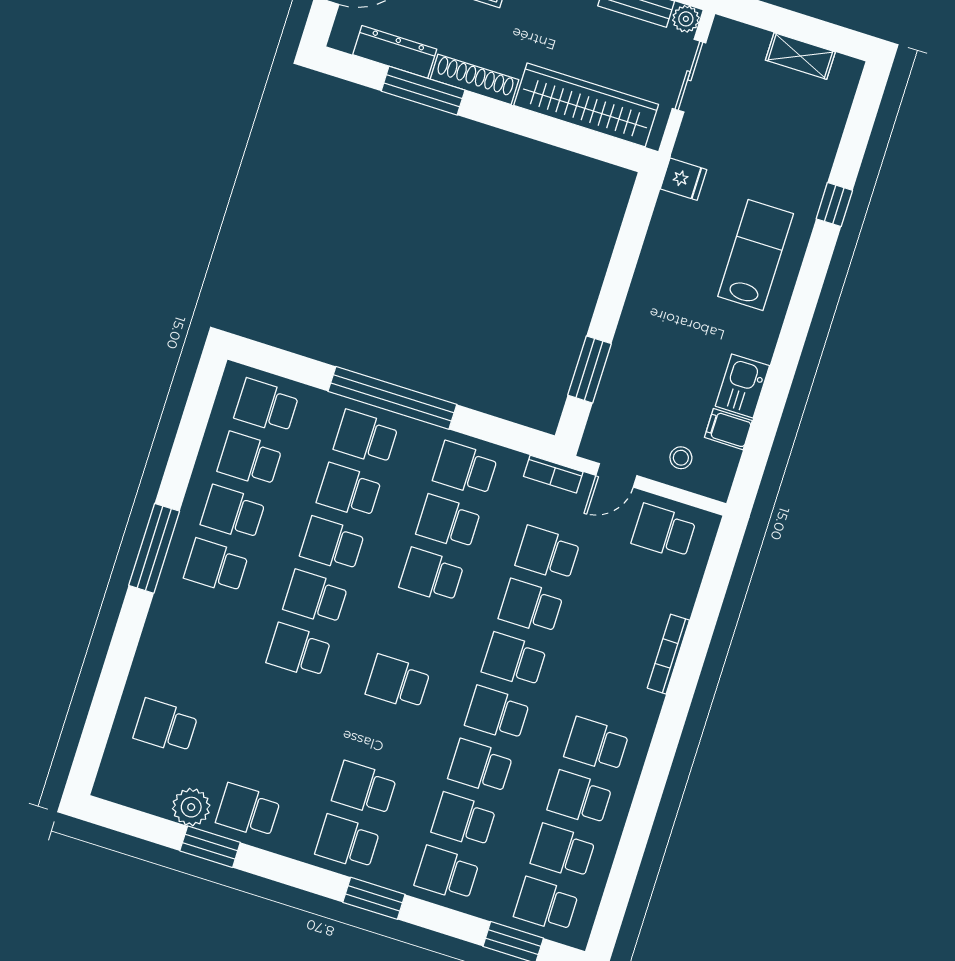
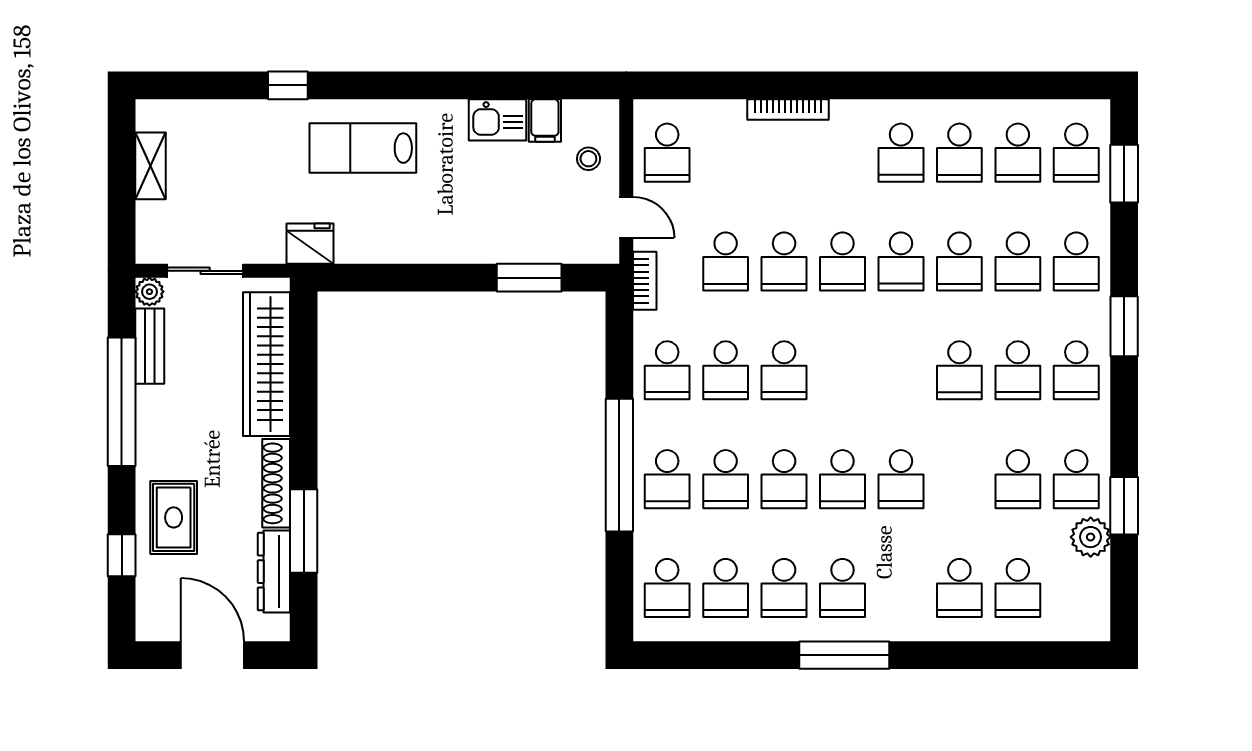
fridge: (683, 179) -> (310, 244), width x1.38
school desk: (182, 673) -> (959, 588), added
school desk: (398, 682) -> (959, 370), moved
school desk: (265, 757) -> (1018, 479), added

